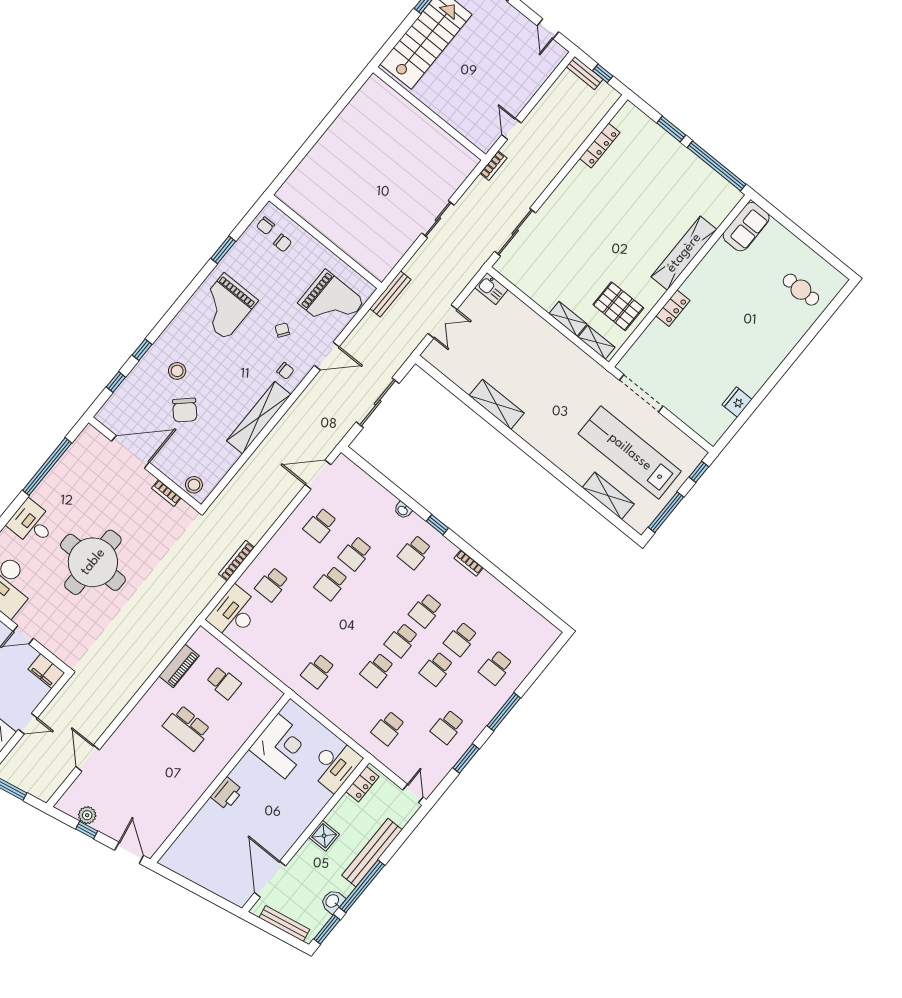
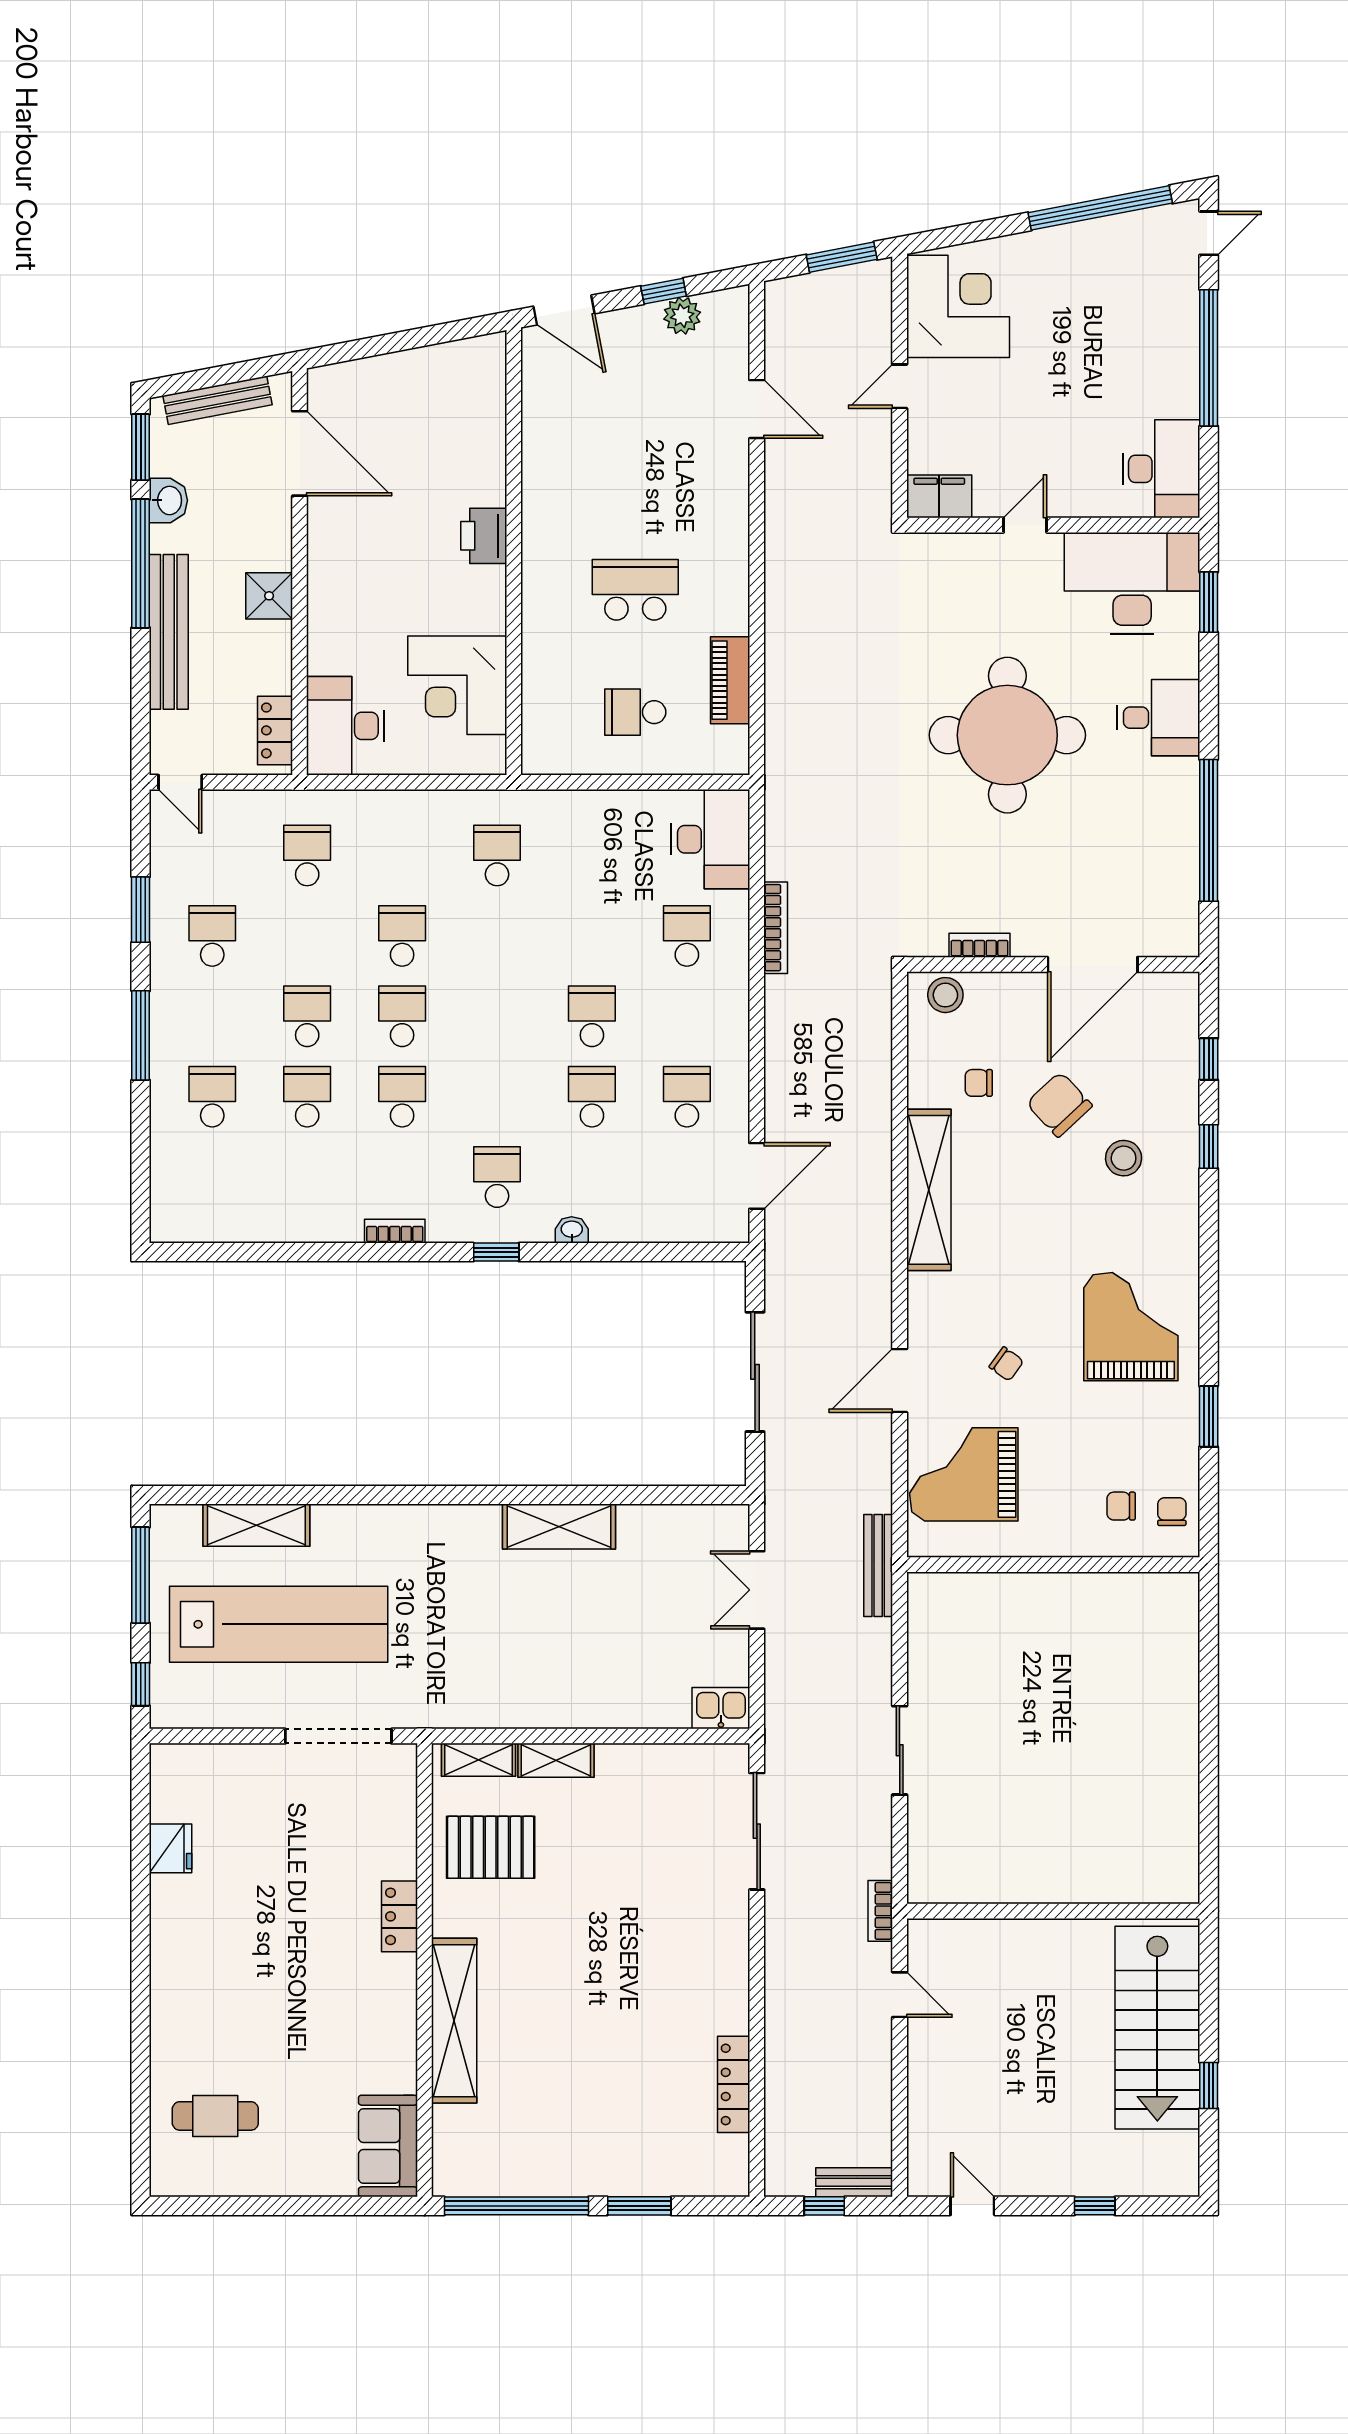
chair: (285, 371) -> (979, 1083), moved

